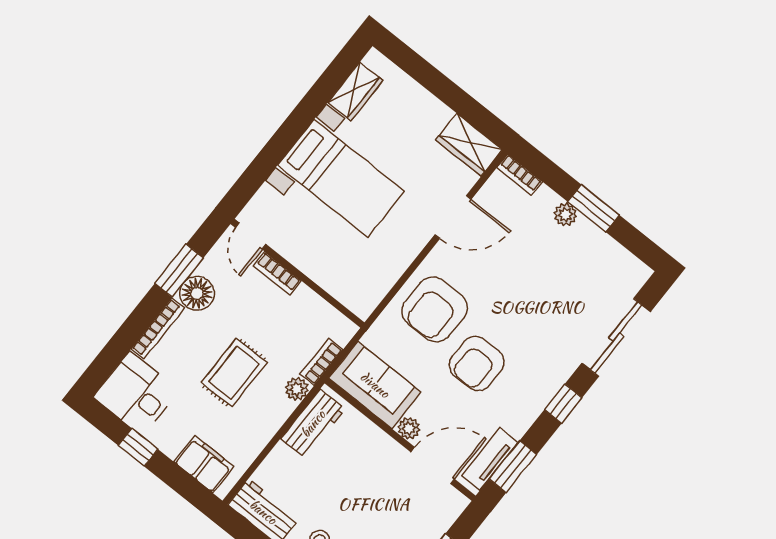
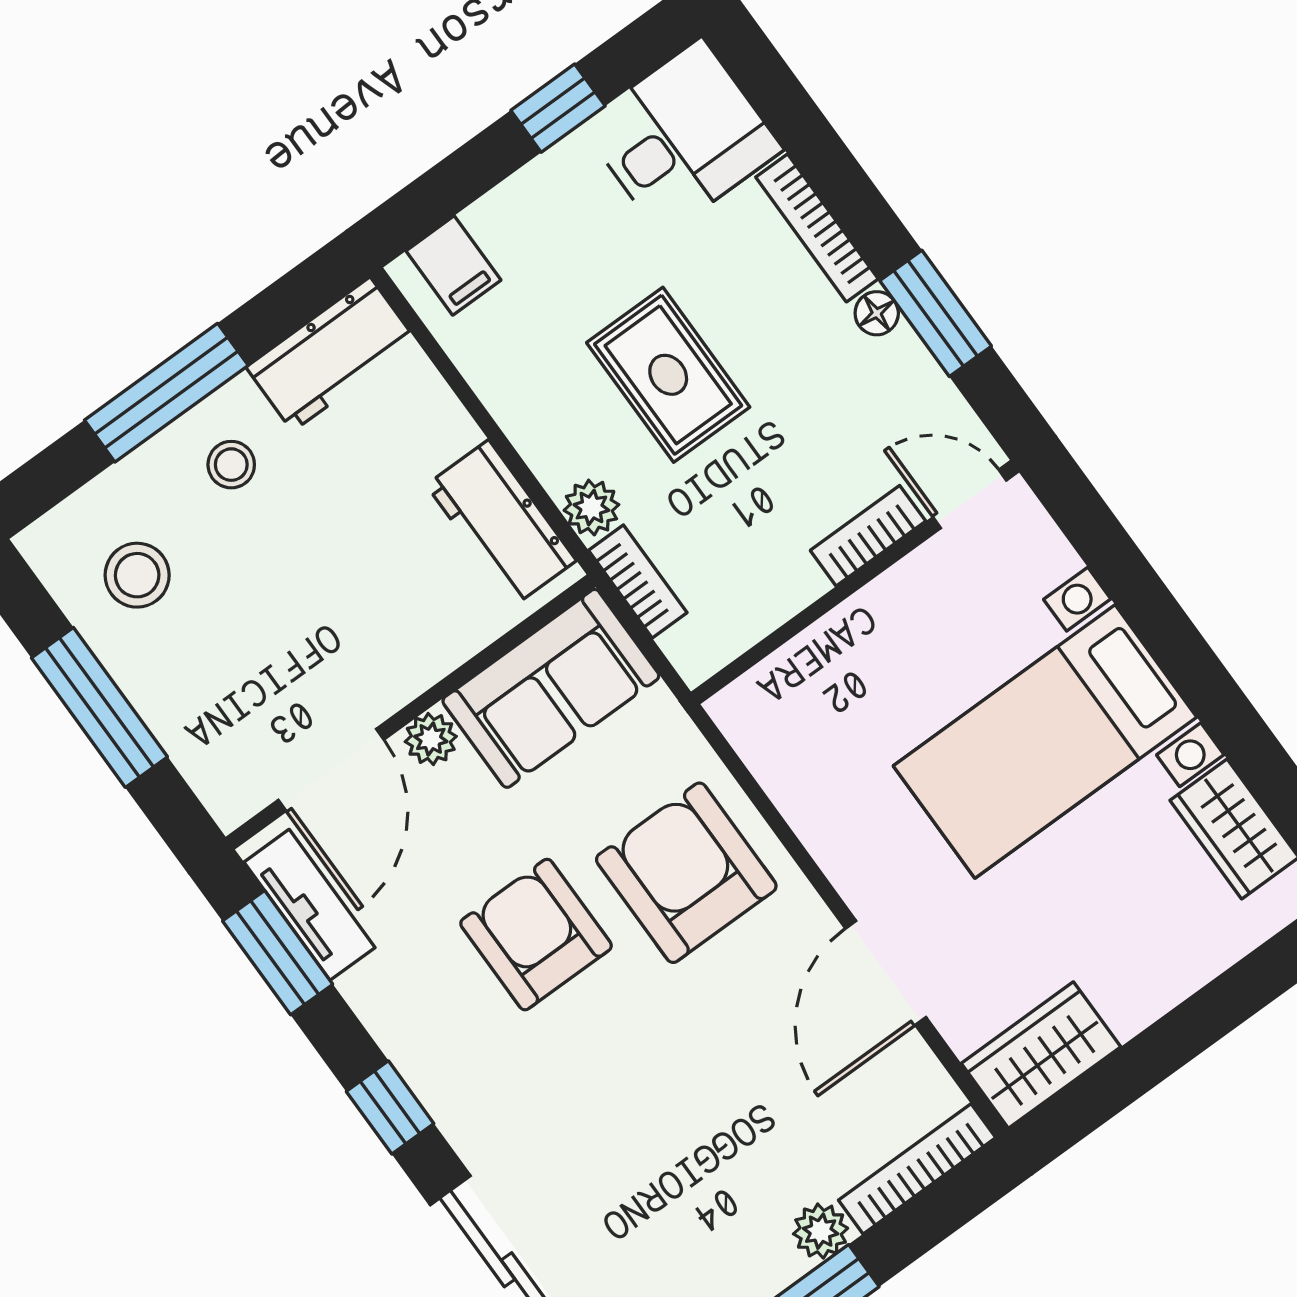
bookcase: (519, 175) -> (917, 1169), width x1.56
floor lamp: (197, 293) -> (877, 313), width x0.53, depth x0.53
filing cabinet: (204, 464) -> (453, 266), width x0.50

